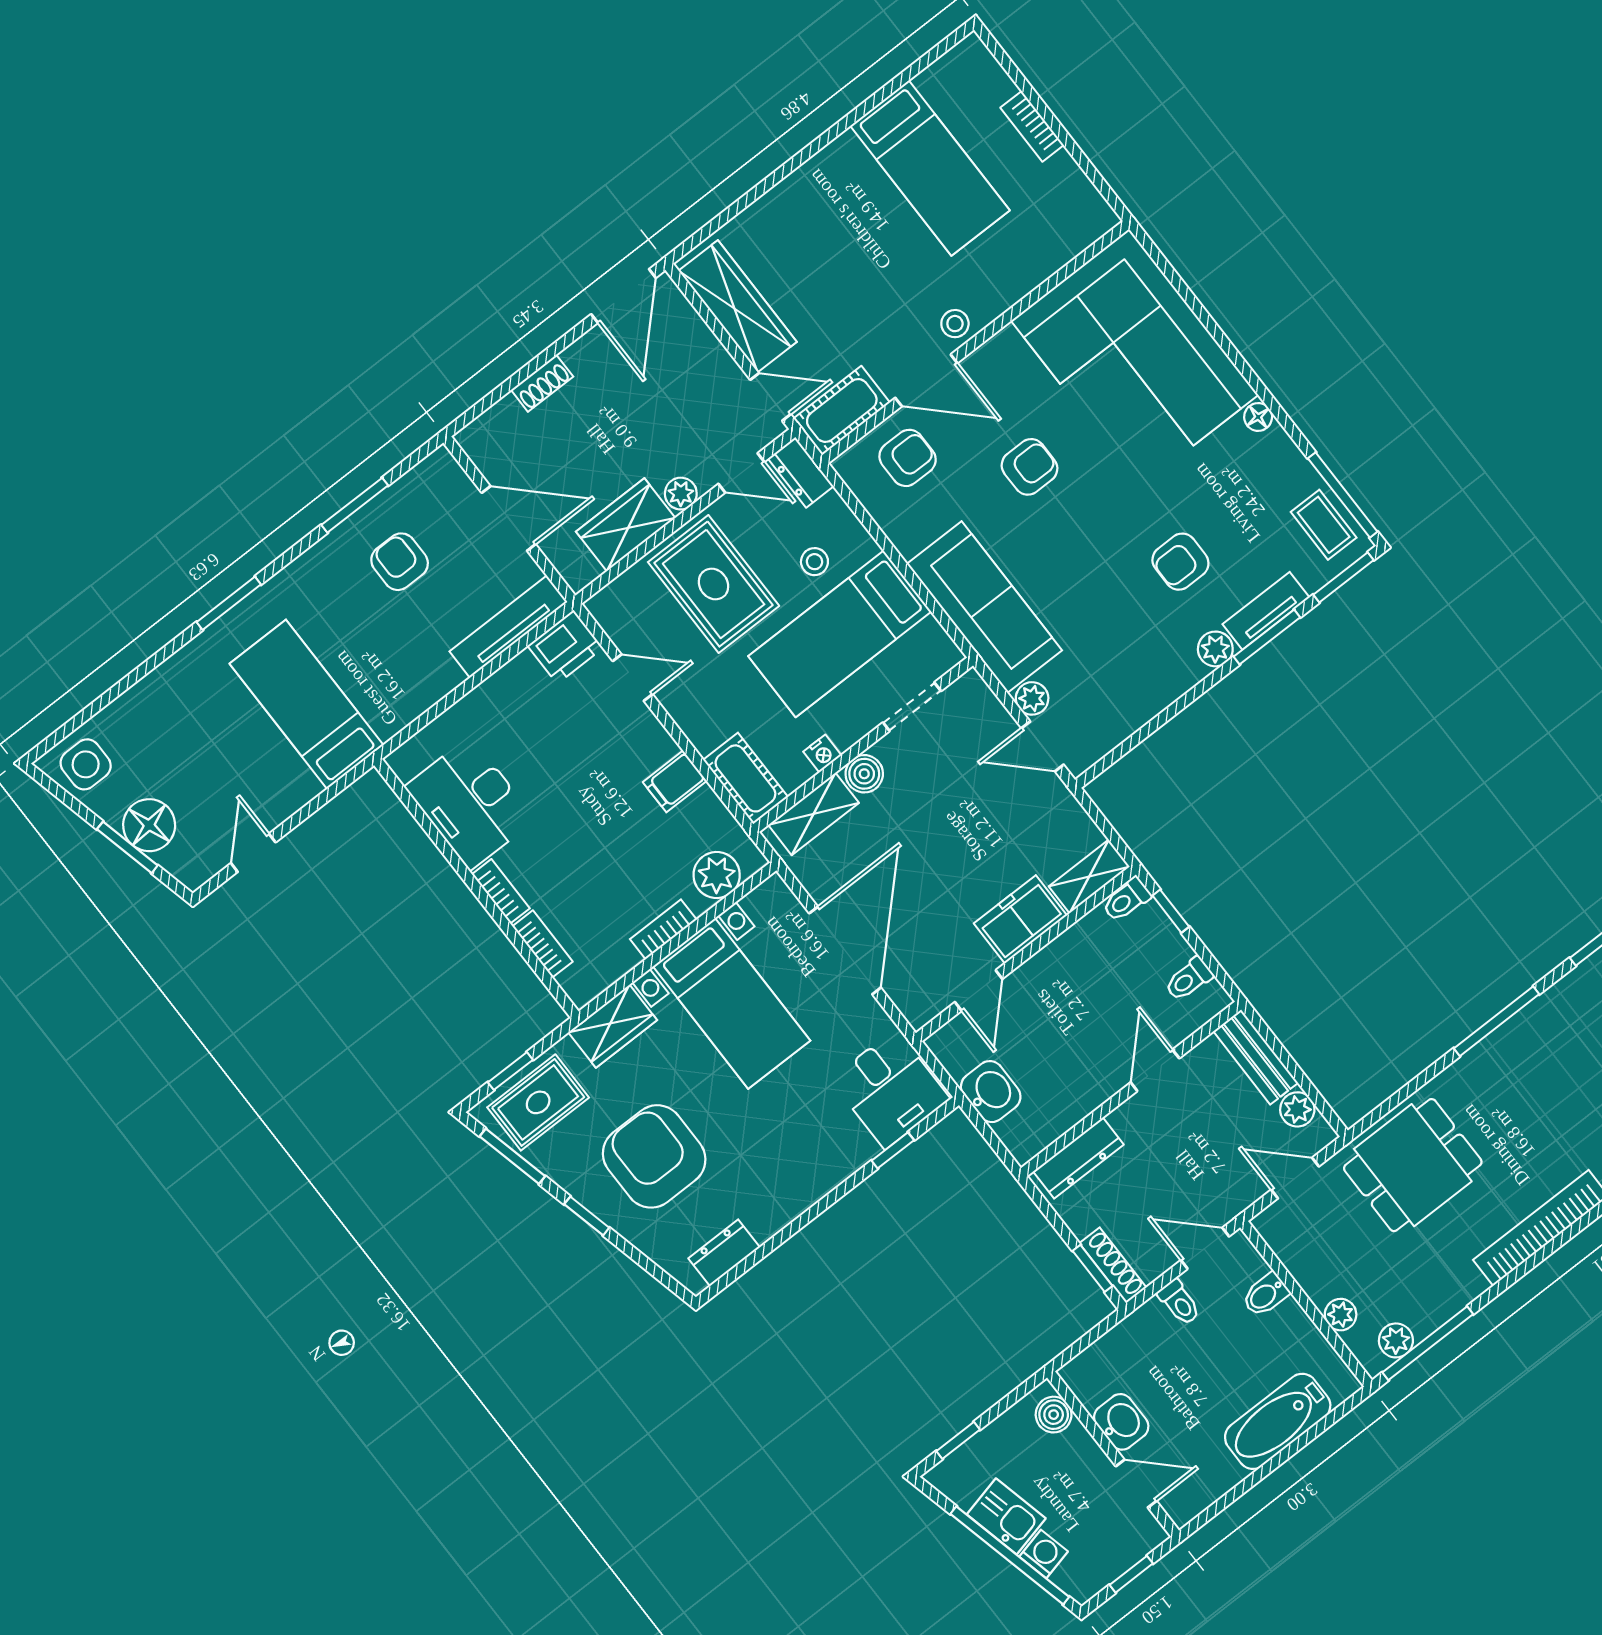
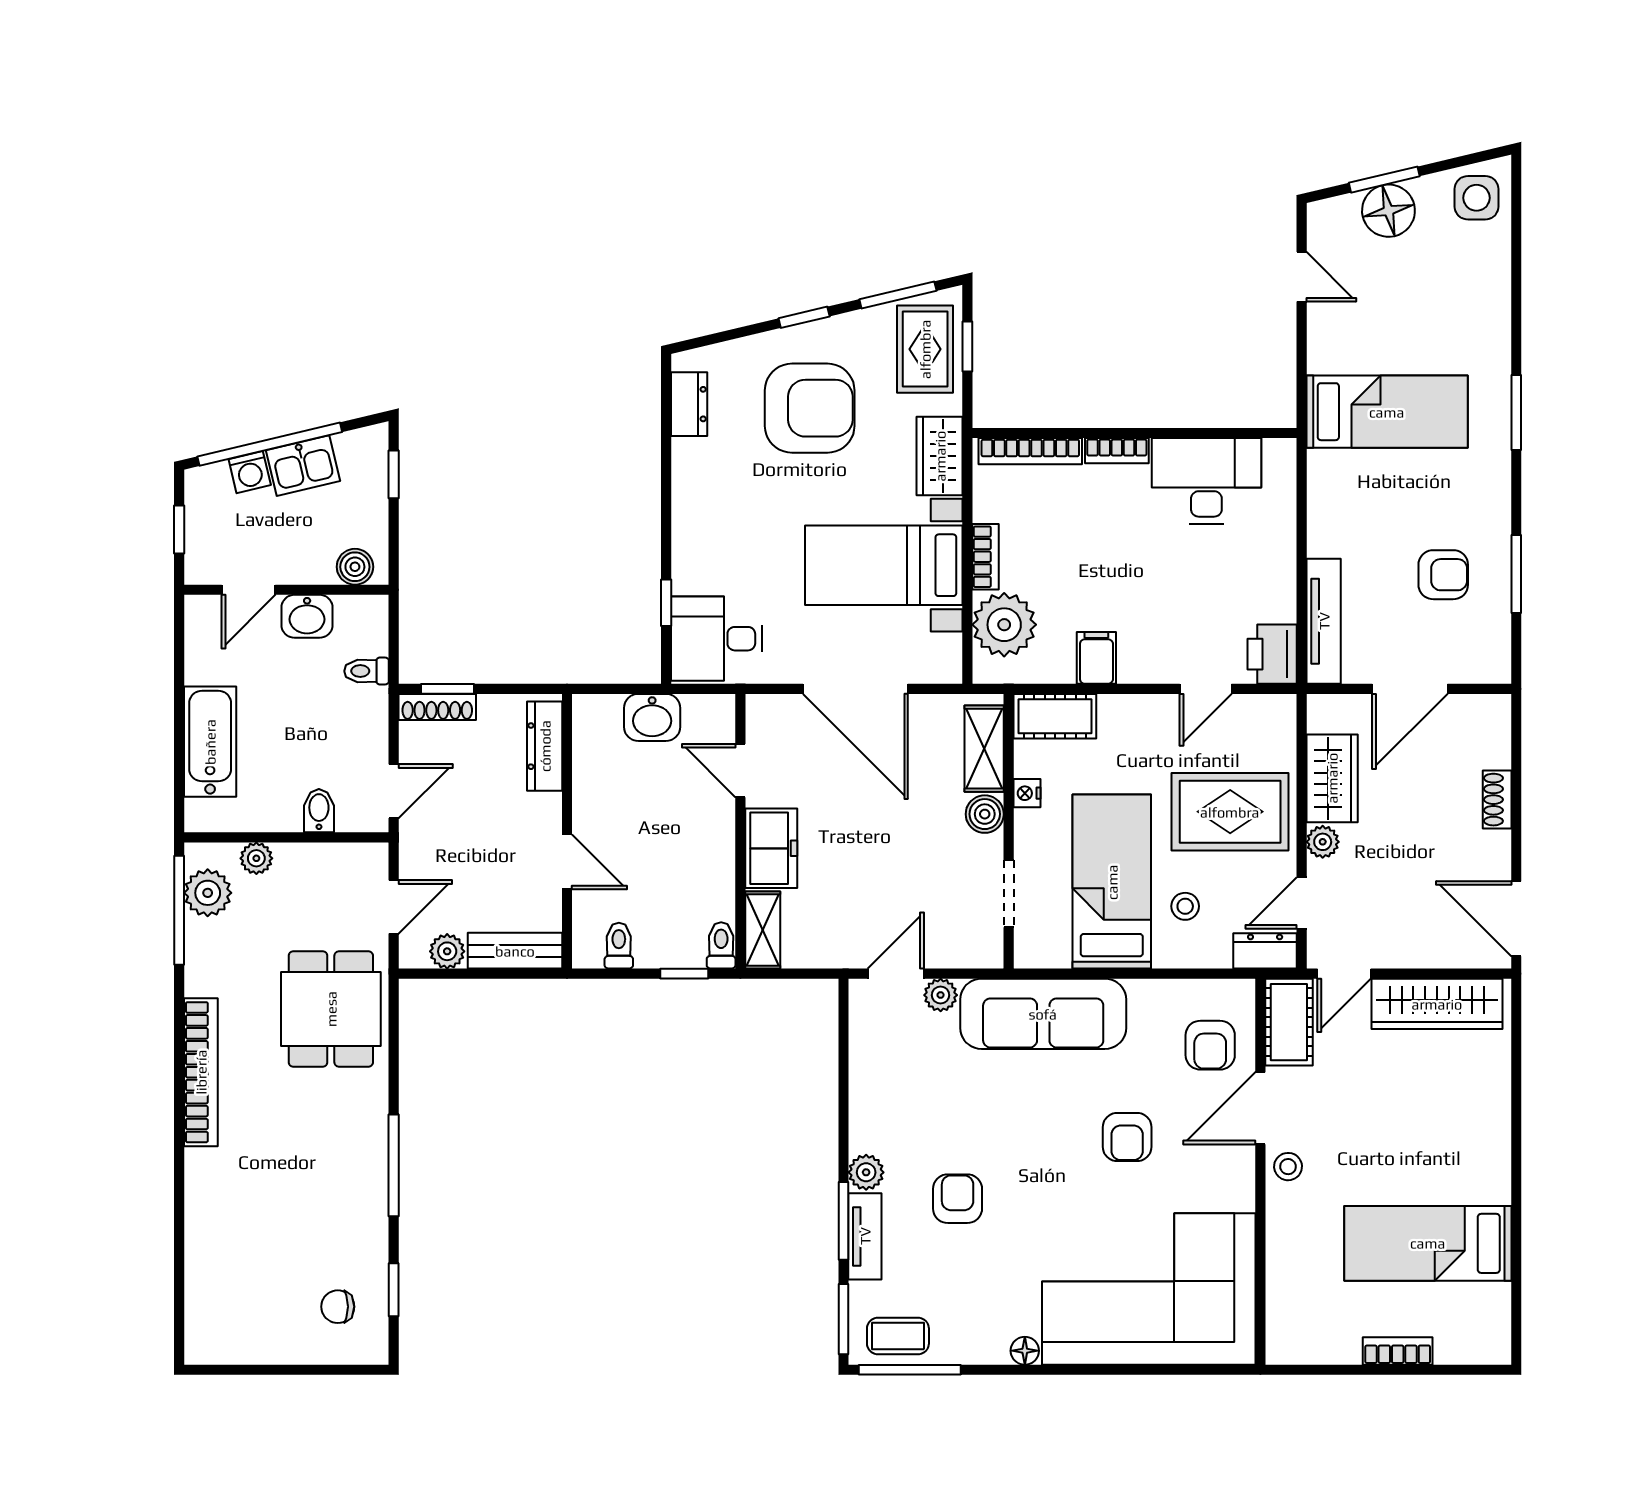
plant: (717, 875) -> (1004, 625), width x1.36, depth x1.36
bookcase: (543, 944) -> (1030, 451), width x1.56
toilet: (1179, 1302) -> (367, 671), moved
plant: (1396, 1340) -> (208, 893), width x1.38, depth x1.38

